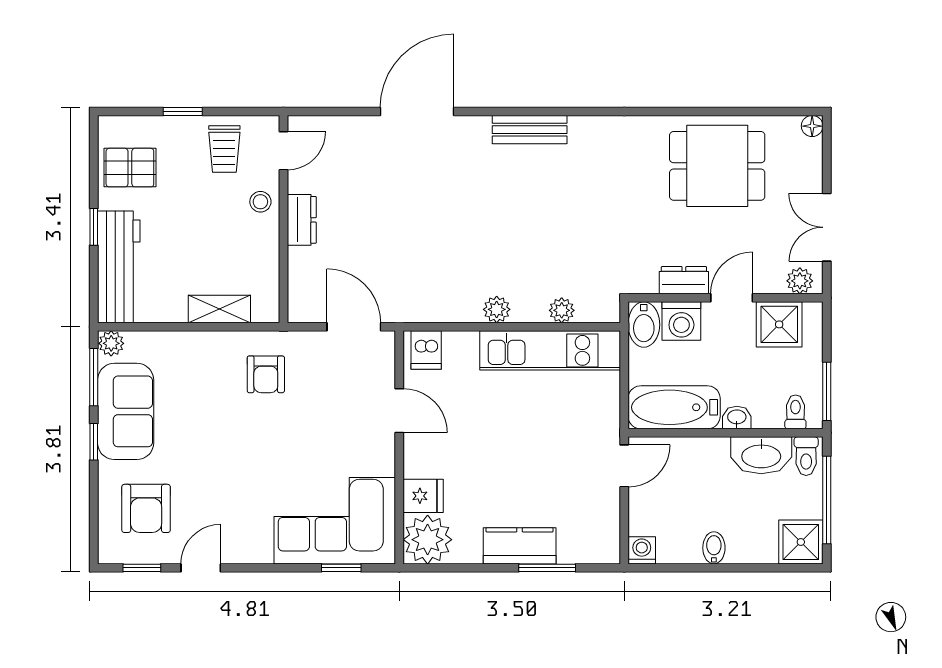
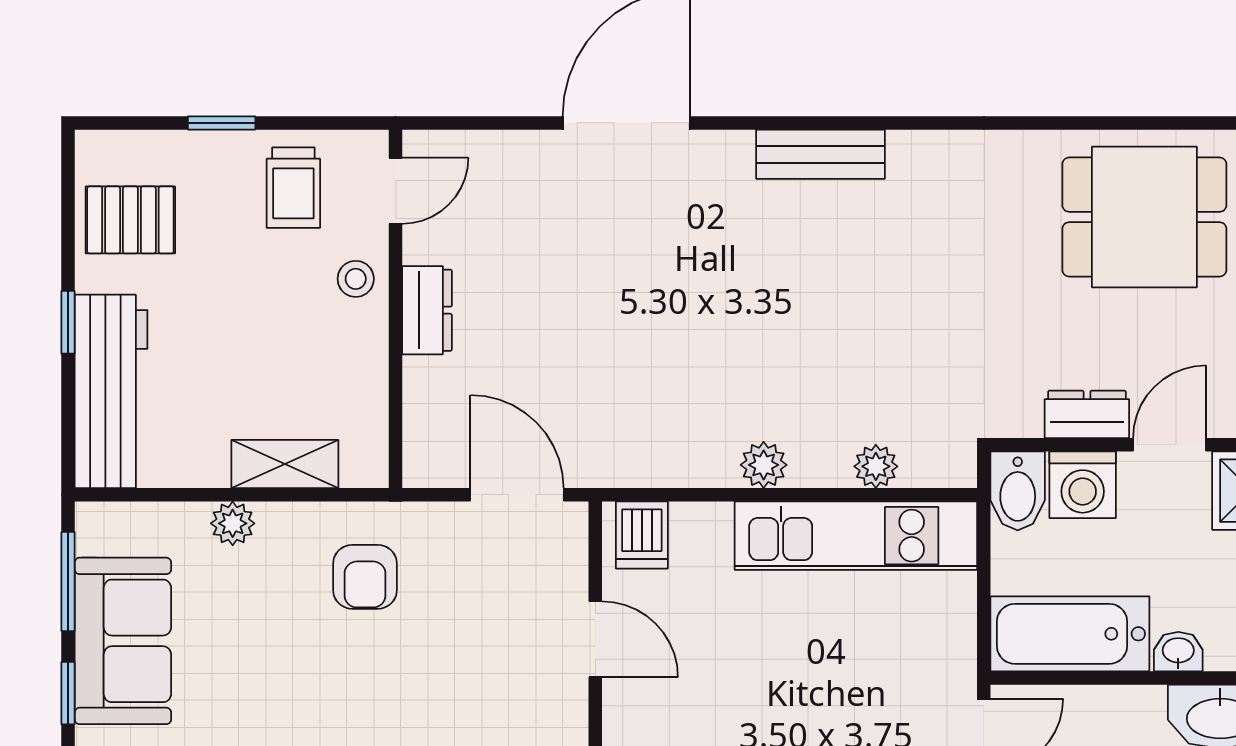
plant: (111, 343) -> (233, 523), moved

